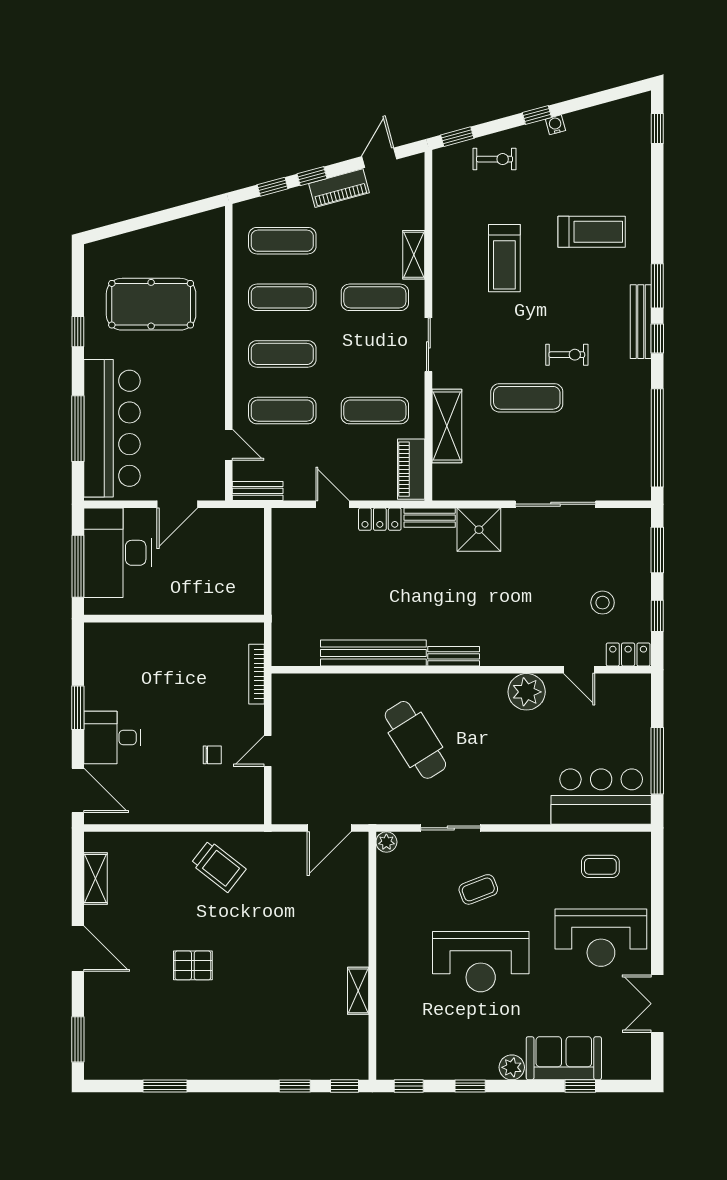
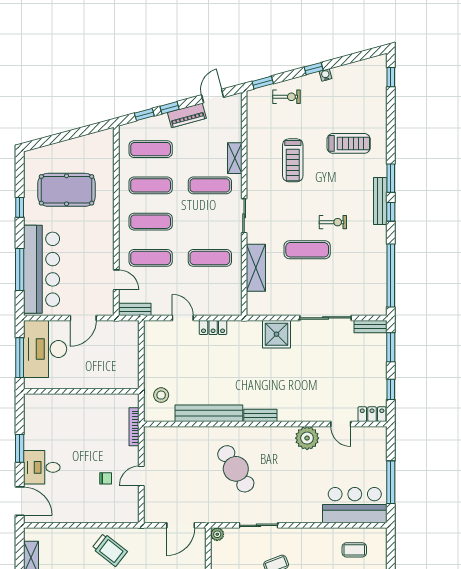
piano: (411, 469) -> (233, 295), removed
bench: (430, 518) -> (370, 327), moved
stool: (603, 603) -> (161, 395), moved

